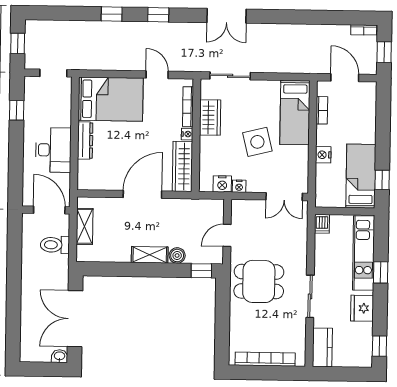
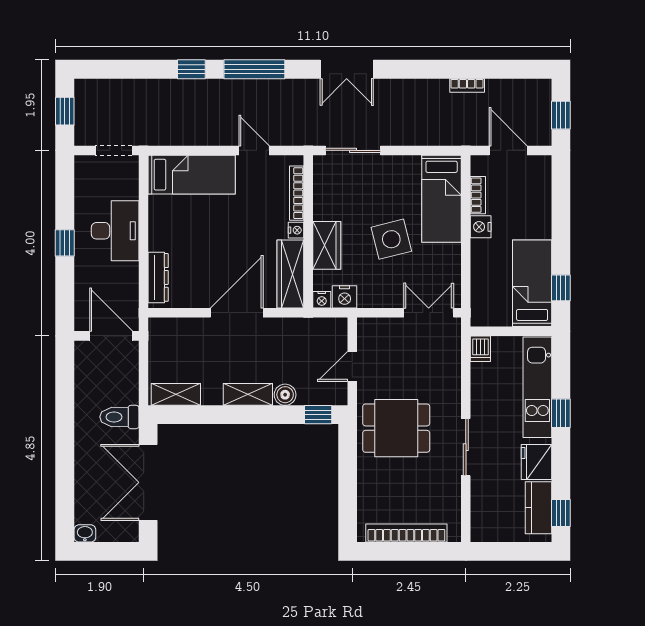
window: (158, 15) -> (254, 69), width x2.17
bookcase: (364, 30) -> (467, 85), moved
bed: (111, 99) -> (192, 175), width x0.67
window: (17, 110) -> (65, 243), moved
wardrobe: (210, 117) -> (327, 245), moved
dresser: (85, 140) -> (158, 277), moved
desk: (53, 150) -> (115, 231), moved
nightstand: (323, 155) -> (481, 227), moved
nightstand: (239, 186) -> (322, 300), moved
double door: (284, 197) -> (429, 313), swing flipped
shelving: (85, 226) -> (176, 394), moved, turned 90
toilet: (55, 245) -> (119, 417), moved
kitchen counter: (322, 347) -> (538, 508), moved, turned 180
washbasin: (60, 356) -> (85, 533), moved

